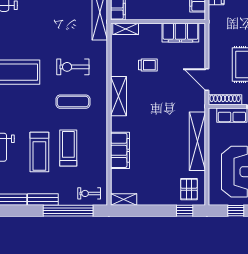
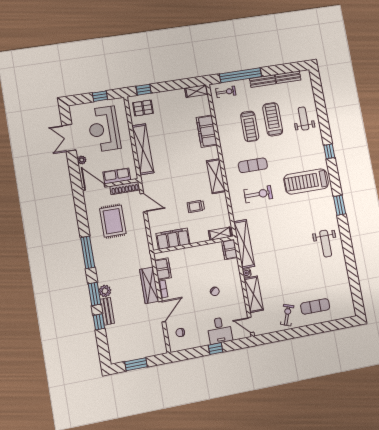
pallet: (189, 189) -> (143, 108), turned 90

